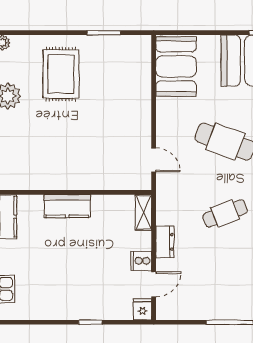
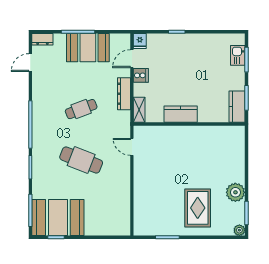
booth: (176, 66) -> (88, 48), moved, turned 90
kitchen counter: (67, 206) -> (181, 114), moved
dresser: (165, 242) -> (124, 94), width x1.44

